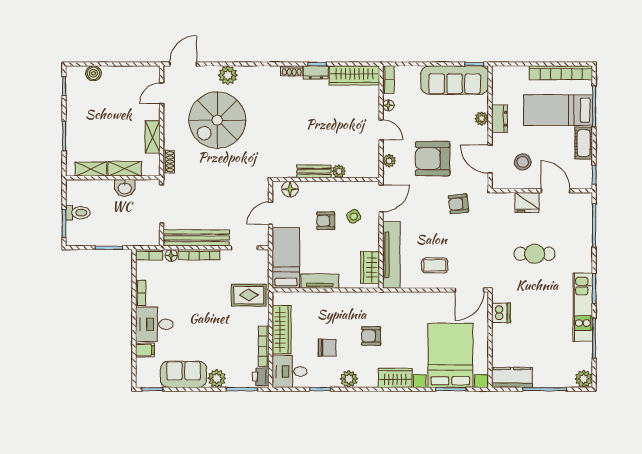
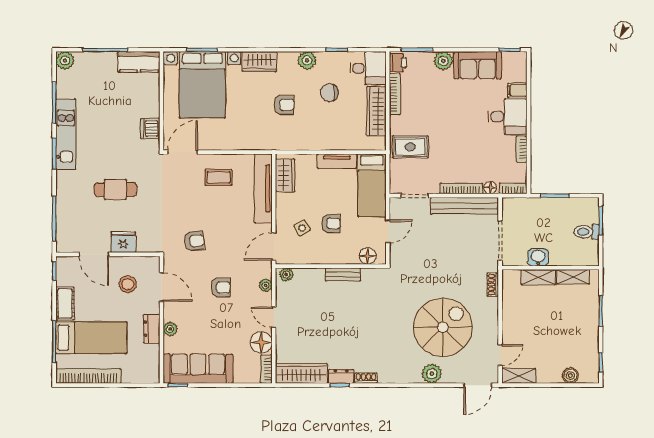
floor lamp: (388, 105) -> (261, 343), width x1.89, depth x1.89
shelving: (153, 137) -> (519, 376), moved, turned 90
armchair: (433, 159) -> (221, 288), width x0.53, depth x0.53
plant: (339, 171) -> (286, 275), moved

